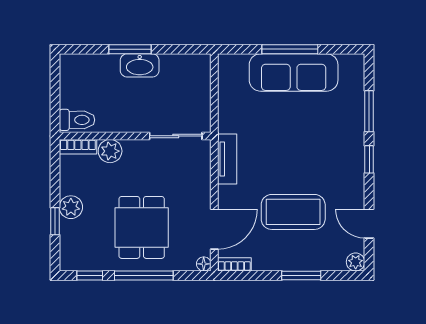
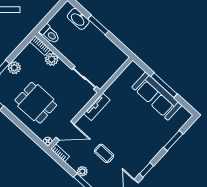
washbasin: (140, 65) -> (78, 19), moved
window: (369, 159) -> (147, 170), moved
coffee table: (293, 212) -> (104, 153), width x0.54, depth x0.58
dining table: (142, 227) -> (36, 103), turned 90
plant: (286, 262) -> (82, 171), added
window: (144, 275) -> (19, 123), removed

